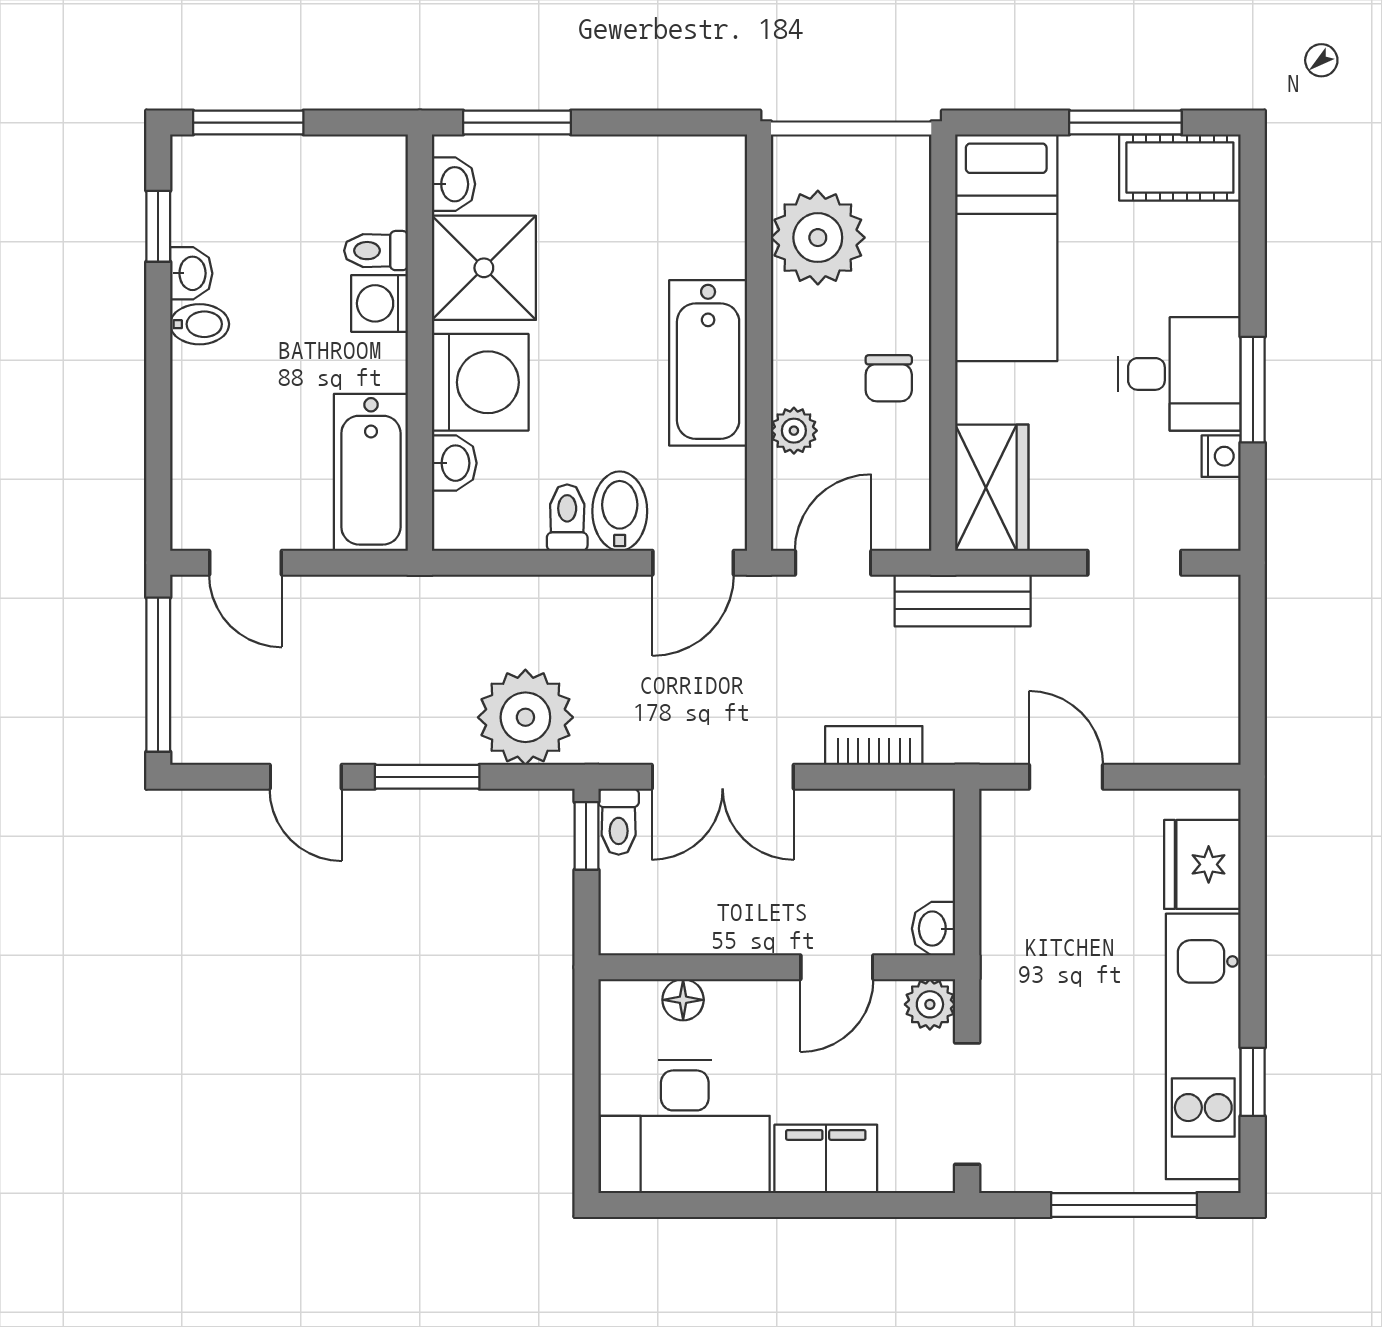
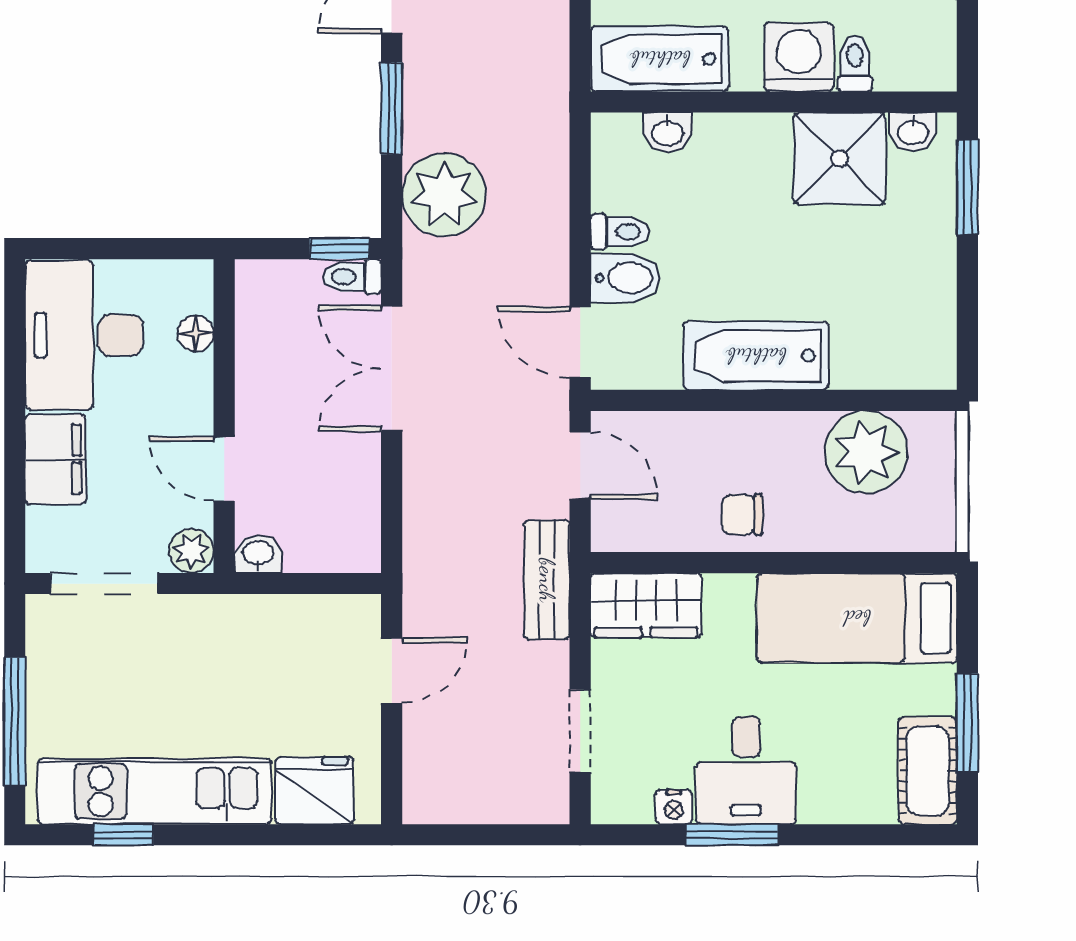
washing machine: (380, 303) -> (799, 57), width x1.38, depth x1.38
washing machine: (480, 382) -> (739, 155), removed
plant: (794, 431) -> (696, 431), removed
bookcase: (874, 745) -> (419, 501), removed

